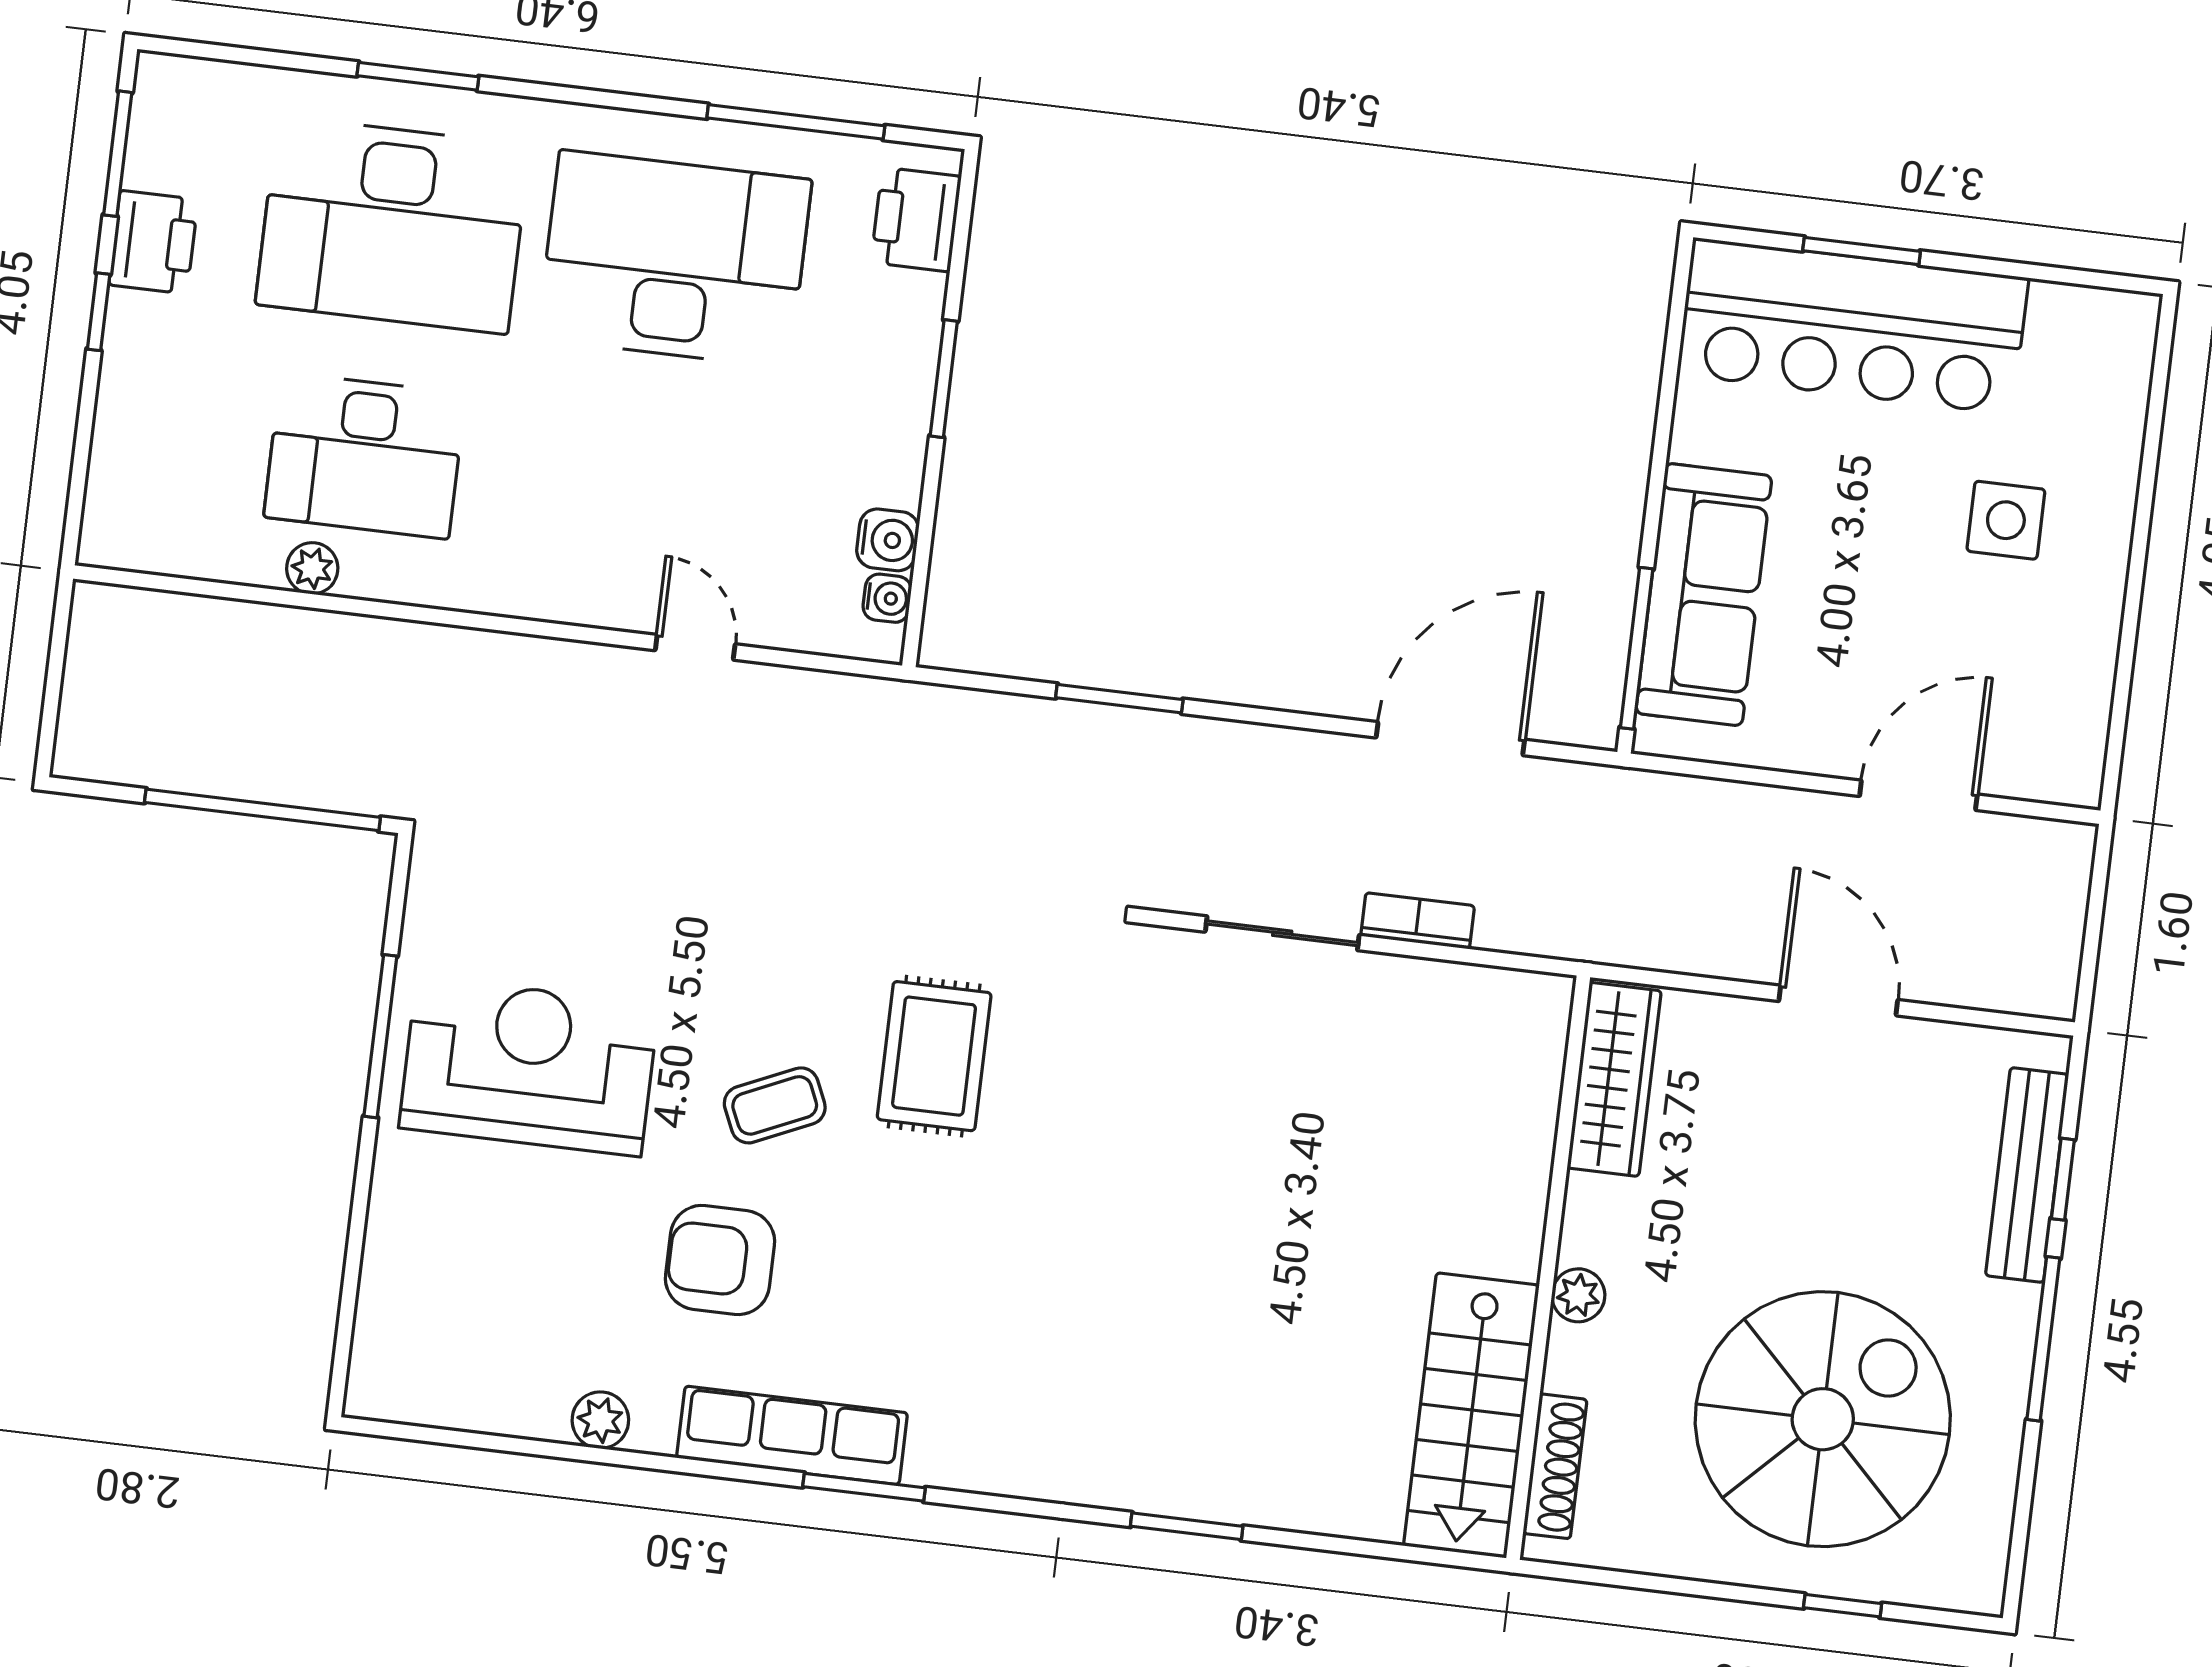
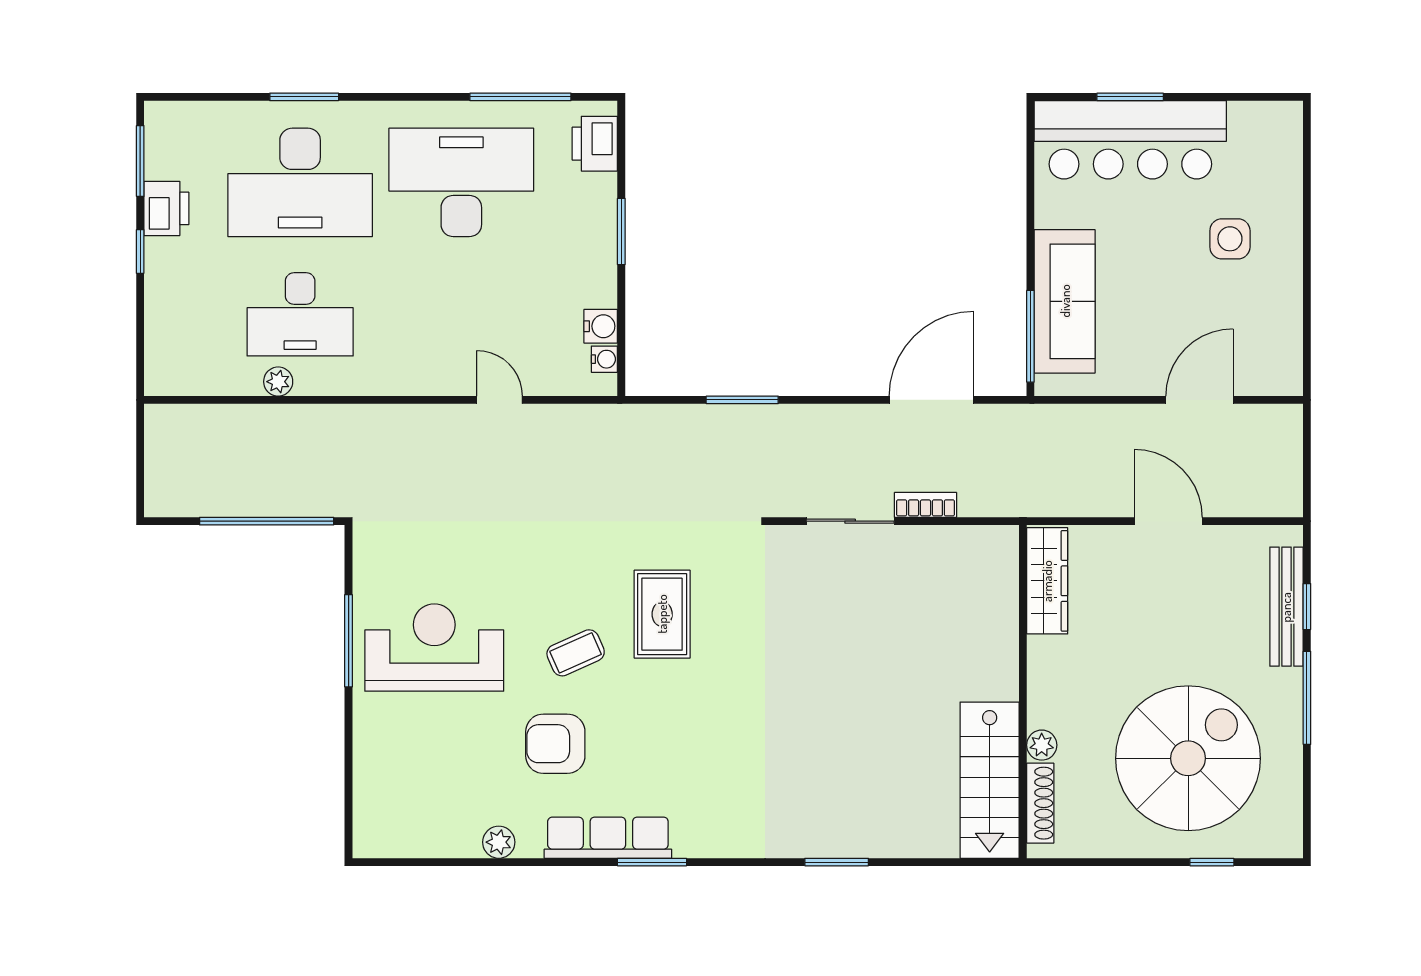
plant: (1578, 1295) -> (1042, 745), moved

